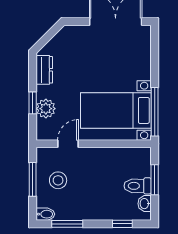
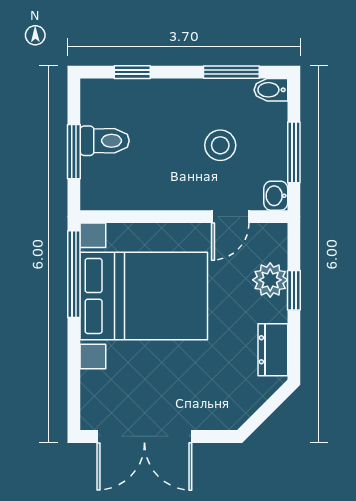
bed with nightstands: (116, 110) -> (144, 296), width x1.36
stool: (58, 180) -> (220, 145), moved
washbasin: (145, 204) -> (276, 196), moved, turned 180

